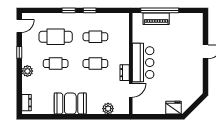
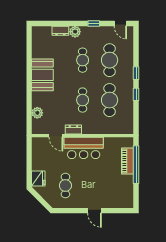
cafe table: (95, 37) -> (110, 100), width x1.37, depth x1.35
cafe table: (180, 81) -> (65, 186), added
dresser: (26, 103) -> (60, 31), moved

